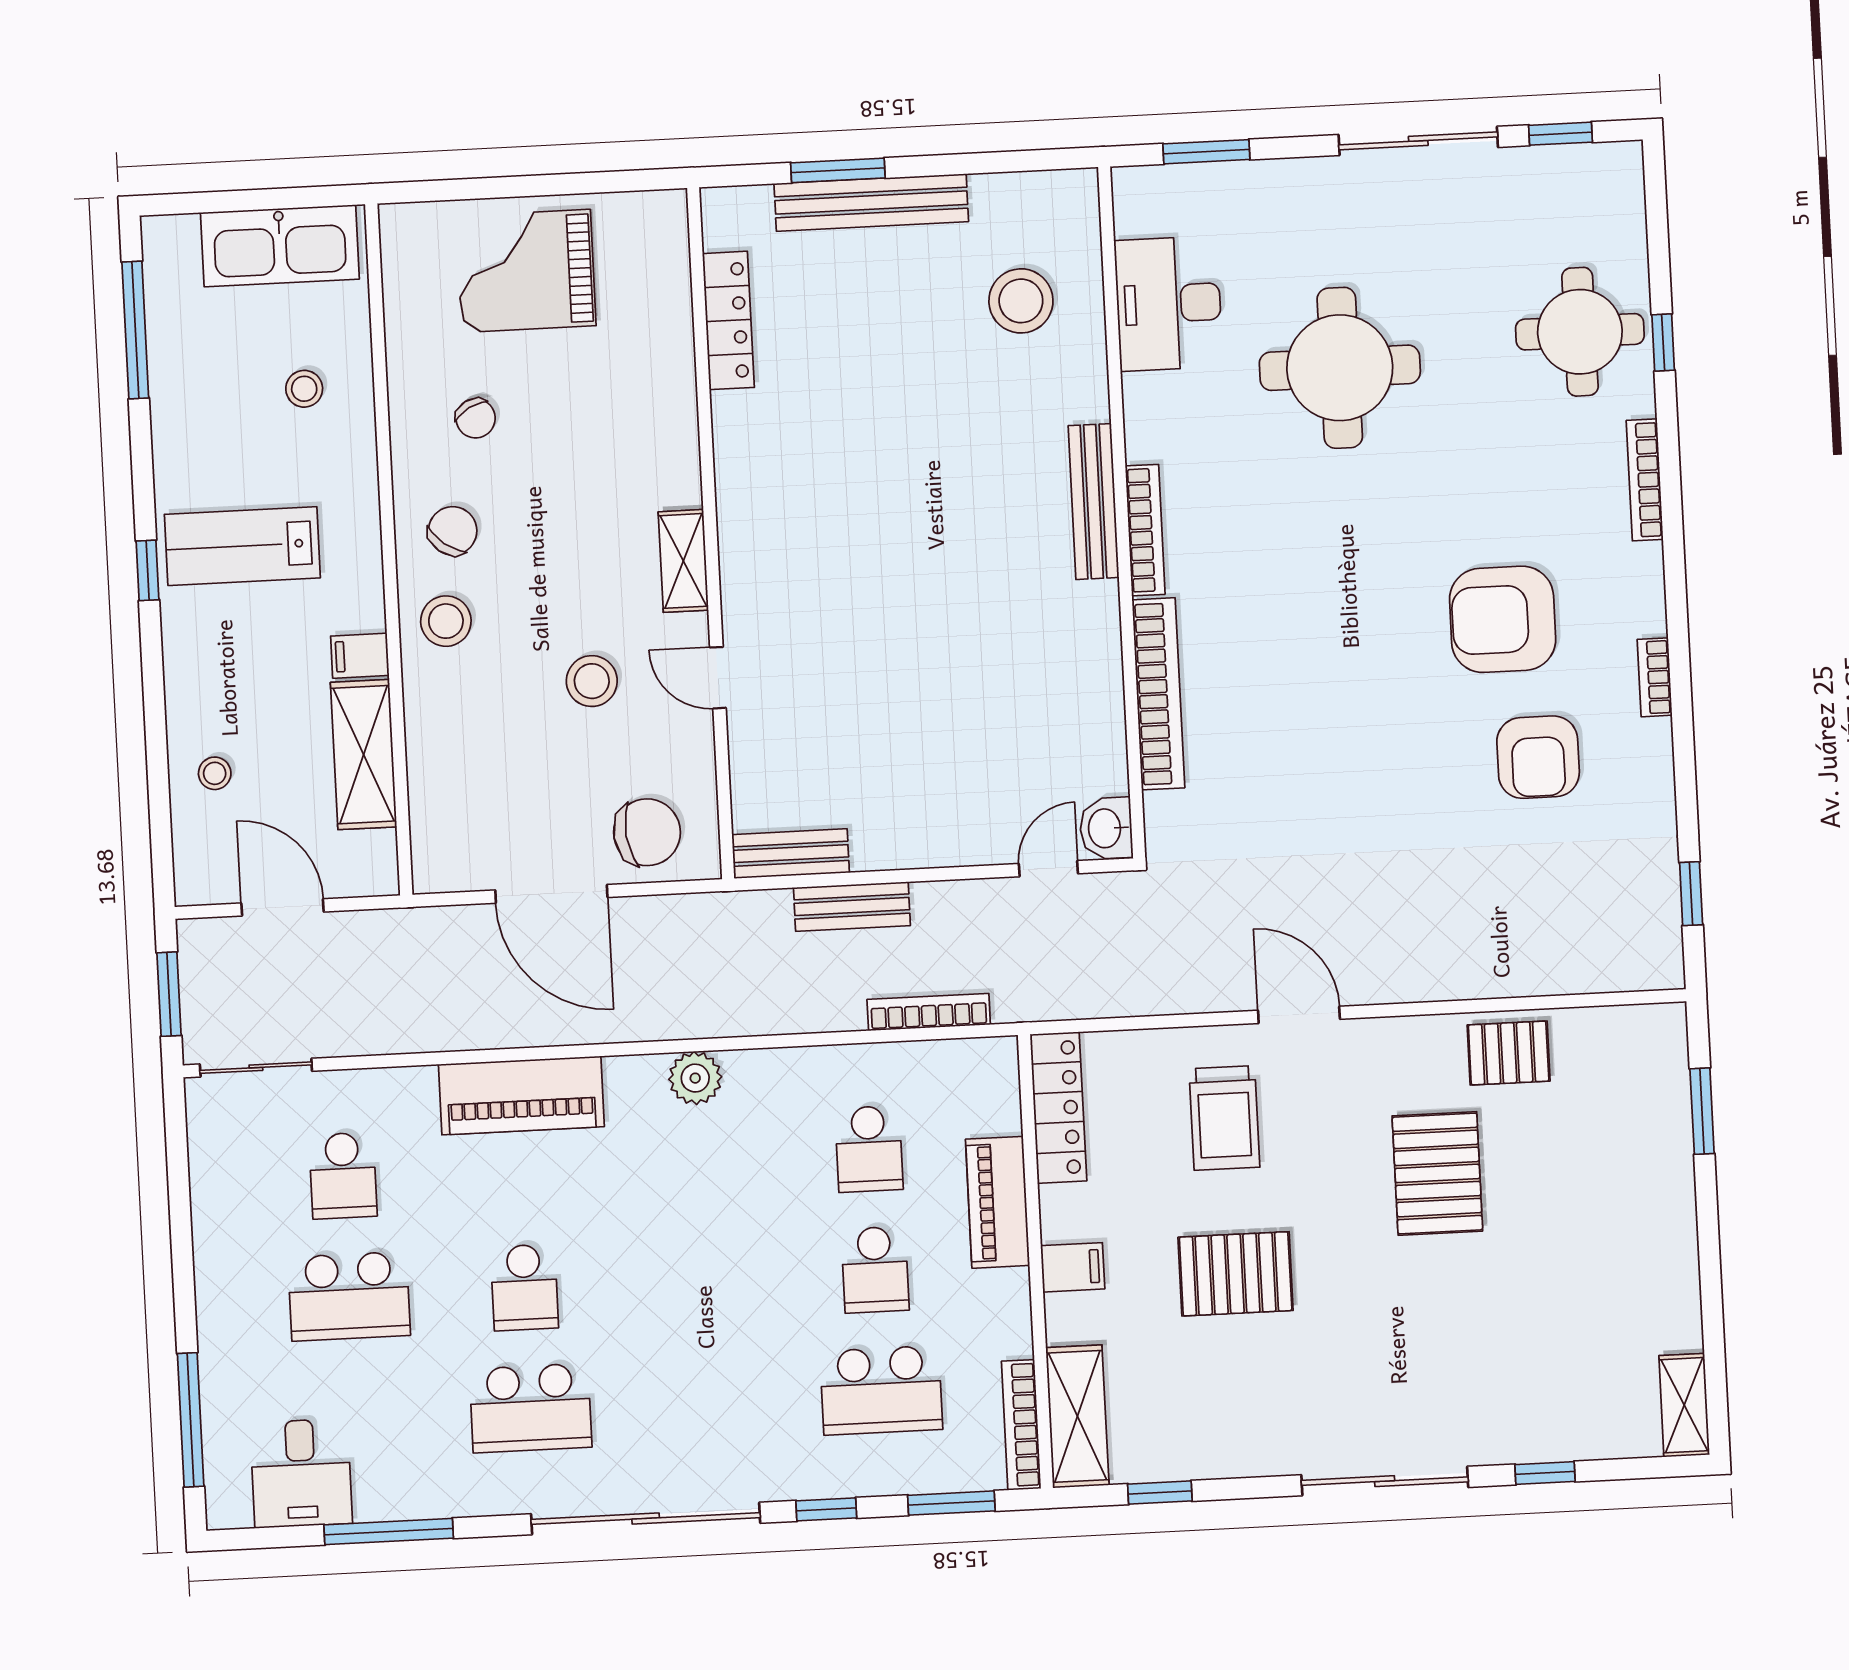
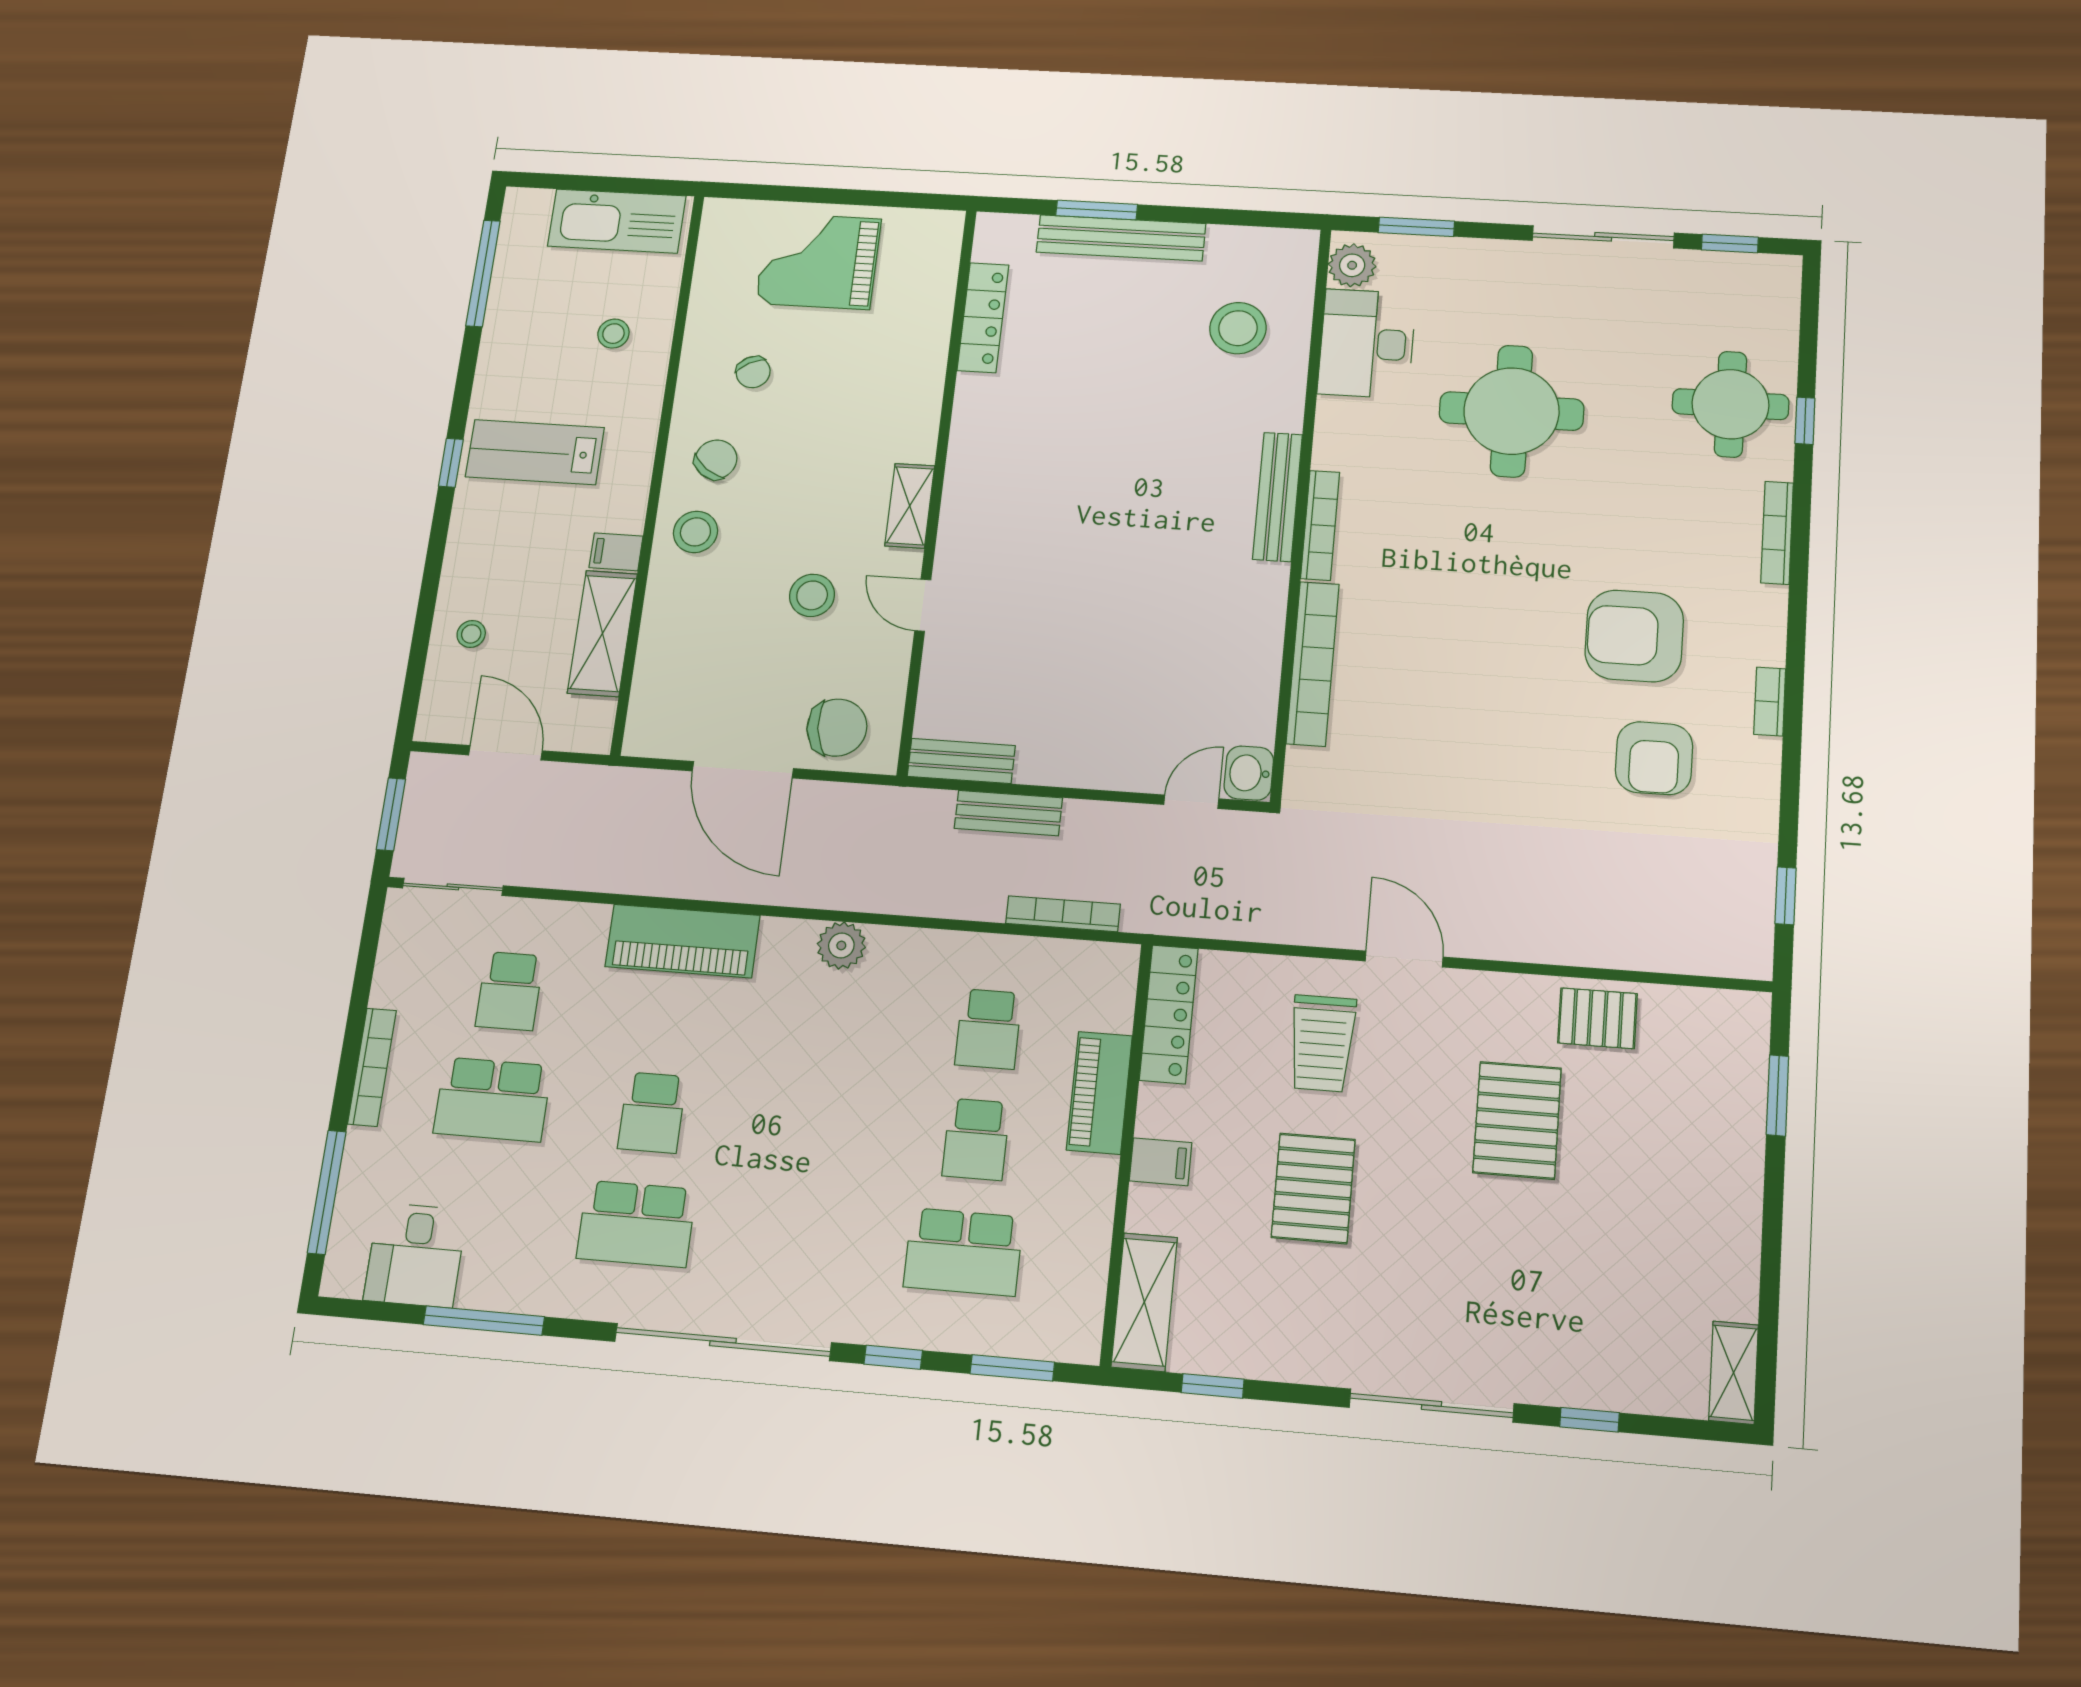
plant: (1140, 208) -> (1352, 265), added
pallet: (1236, 1274) -> (1313, 1188), turned 90
bookcase: (1021, 1425) -> (372, 1067), moved, turned 180

